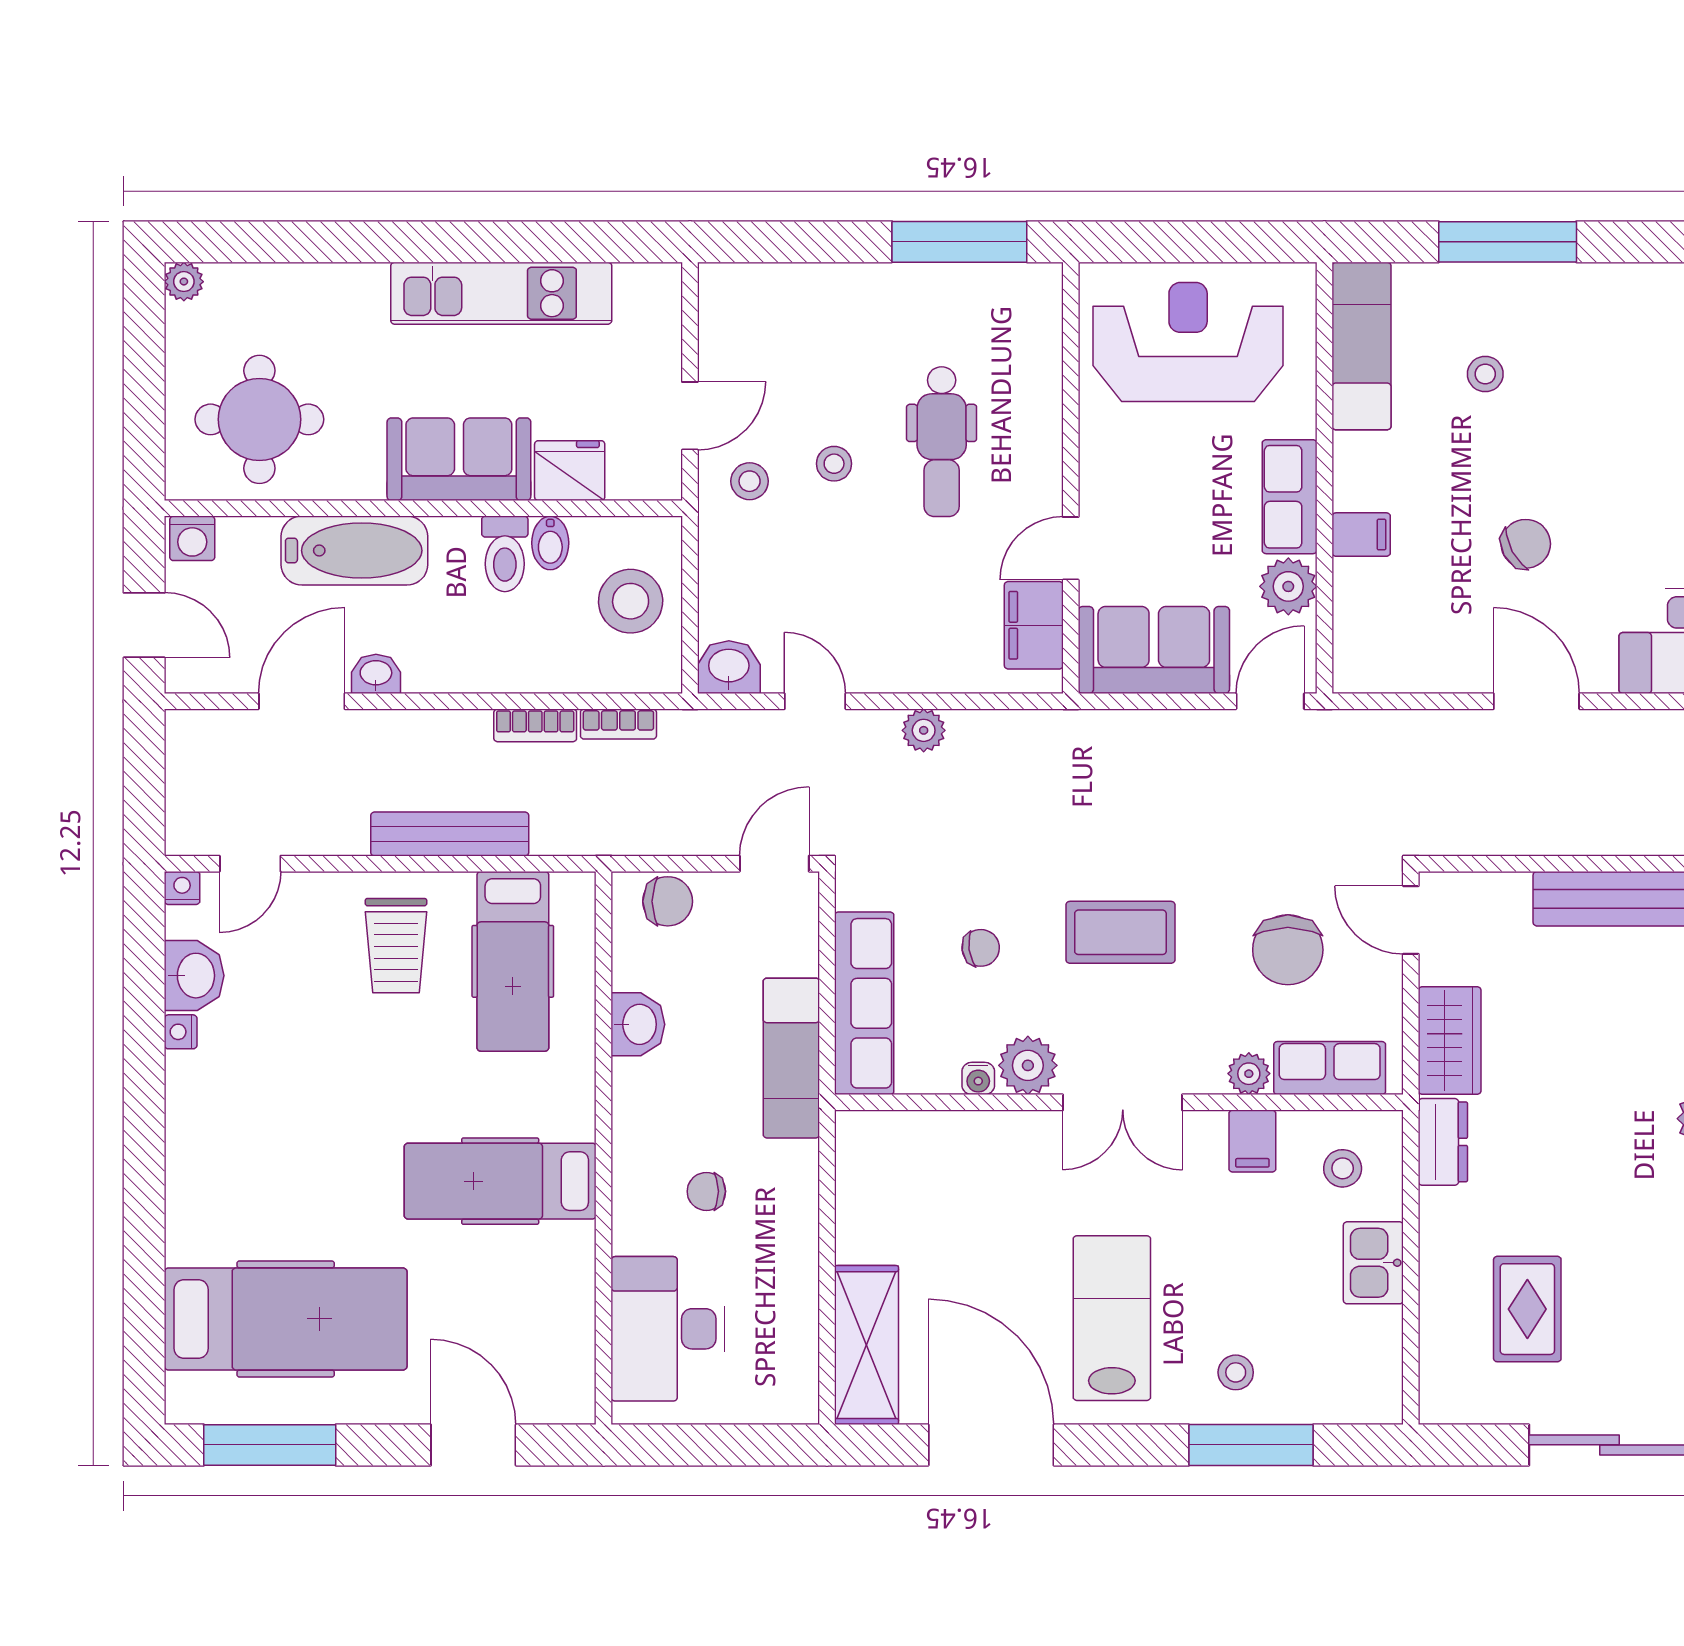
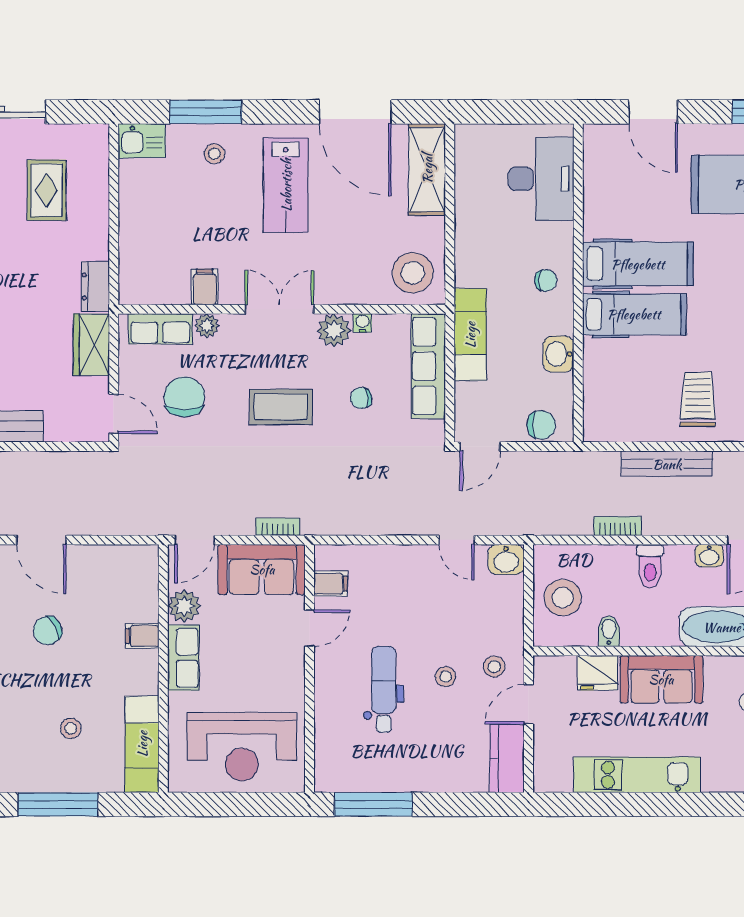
kitchen counter: (727, 322) -> (507, 758), added
toilet: (505, 554) -> (650, 566), moved, turned 180
filing cabinet: (1034, 625) -> (331, 584), width x0.50
bookcase: (618, 724) -> (278, 527), moved
plant: (924, 730) -> (394, 523), removed
chair: (668, 901) -> (541, 425), turned 180
hospital bed: (513, 961) -> (634, 314), moved, turned 90
stool: (1343, 1168) -> (413, 273), moved, width x1.89, depth x1.89
chair: (706, 1191) -> (546, 280), moved
kitchen sink: (1373, 1263) -> (142, 141), moved, turned 90

